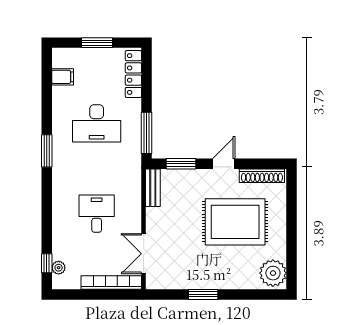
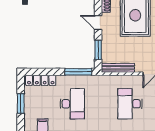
bench: (153, 188) -> (118, 68), width x1.36
desk: (97, 214) -> (130, 104), width x1.37

